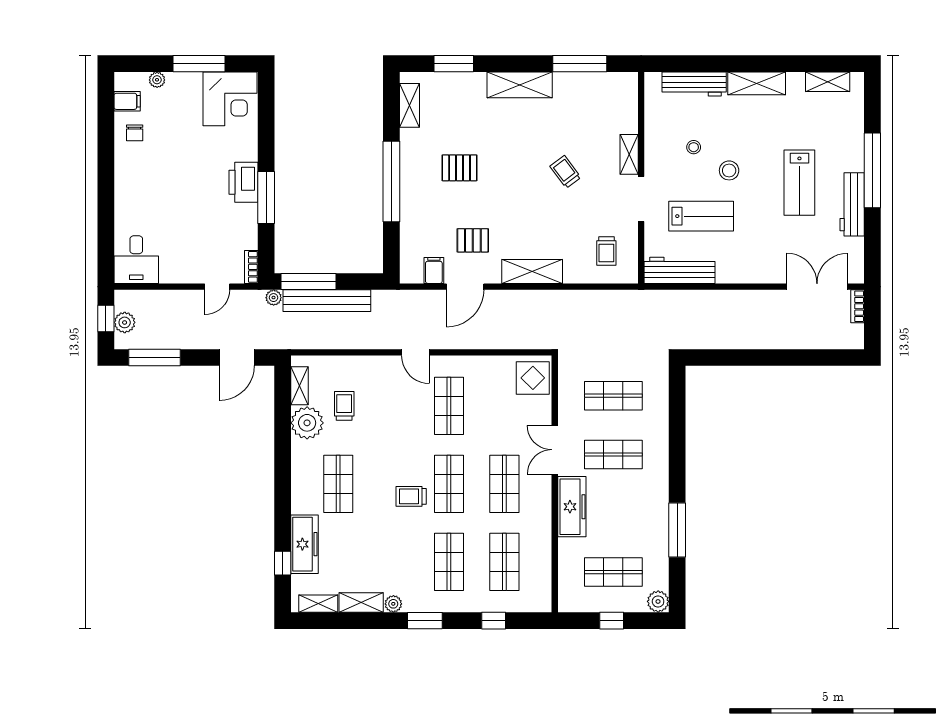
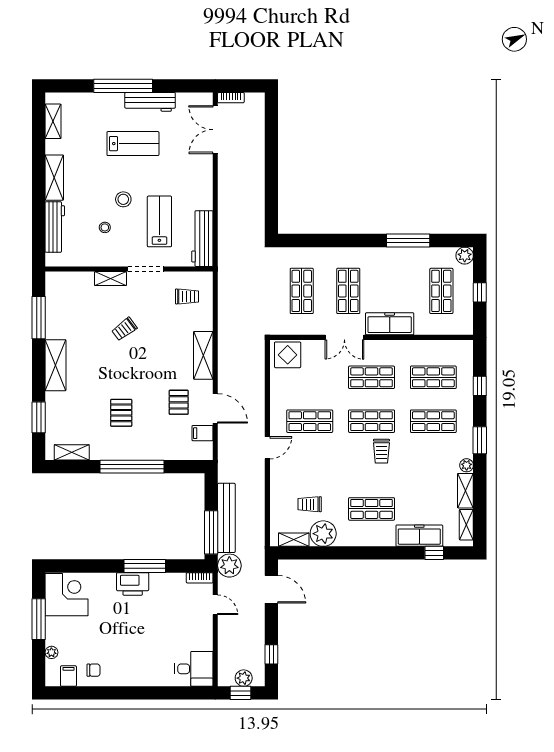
plant: (274, 298) -> (229, 566), width x1.88, depth x1.88
window: (155, 358) -> (271, 654), width x0.46

